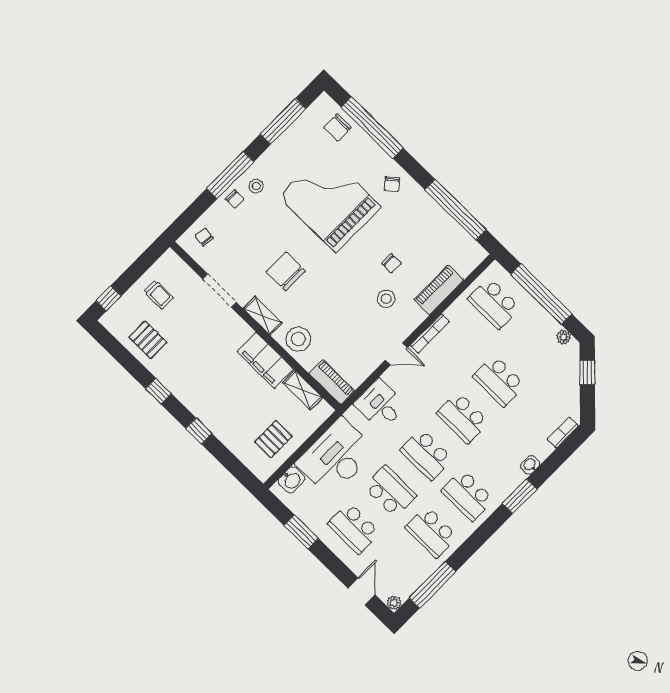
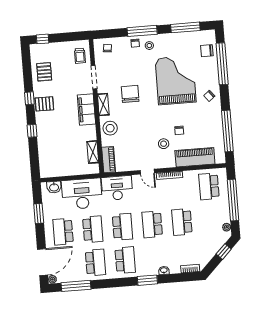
piano: (439, 290) -> (195, 157), width x1.37, depth x1.33
trolley: (159, 295) -> (80, 56), moved
filing cabinet: (265, 360) -> (86, 109), moved
desk: (380, 405) -> (117, 188), width x1.37
pallet: (273, 439) -> (44, 104), moved
school desk: (426, 455) -> (122, 227), turned 180
school desk: (468, 495) -> (125, 260), turned 180
school desk: (431, 532) -> (95, 262), turned 180
door: (362, 591) -> (43, 262), width x1.88

